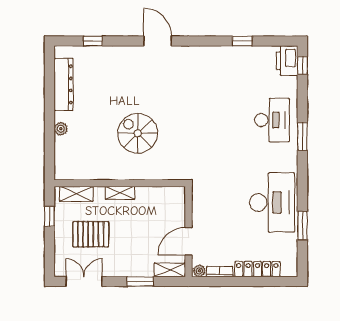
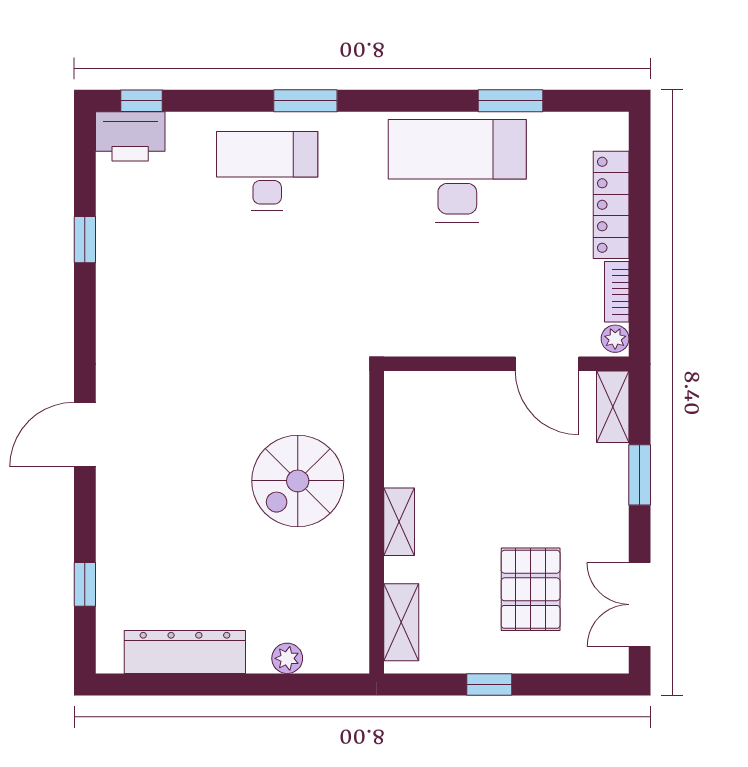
wall: (120, 183) -> (377, 522), moved
shelving: (120, 193) -> (399, 522), moved
shelving: (76, 194) -> (401, 622), moved

